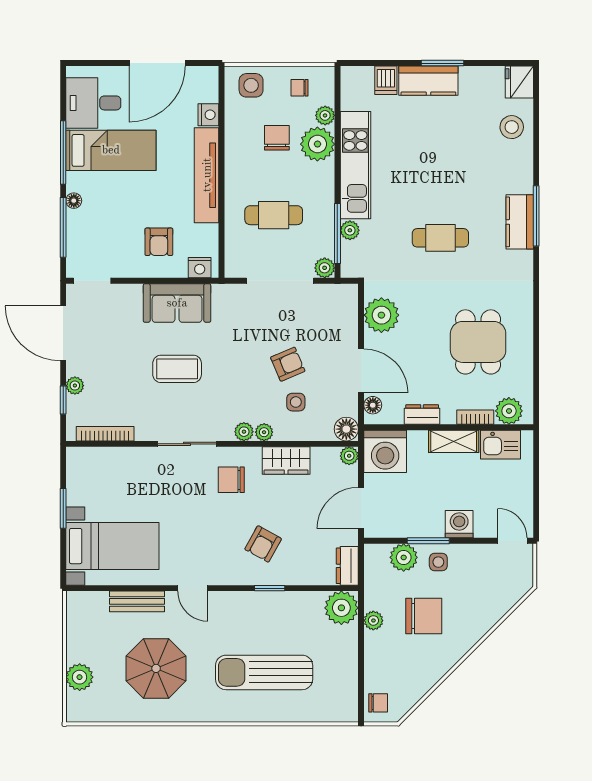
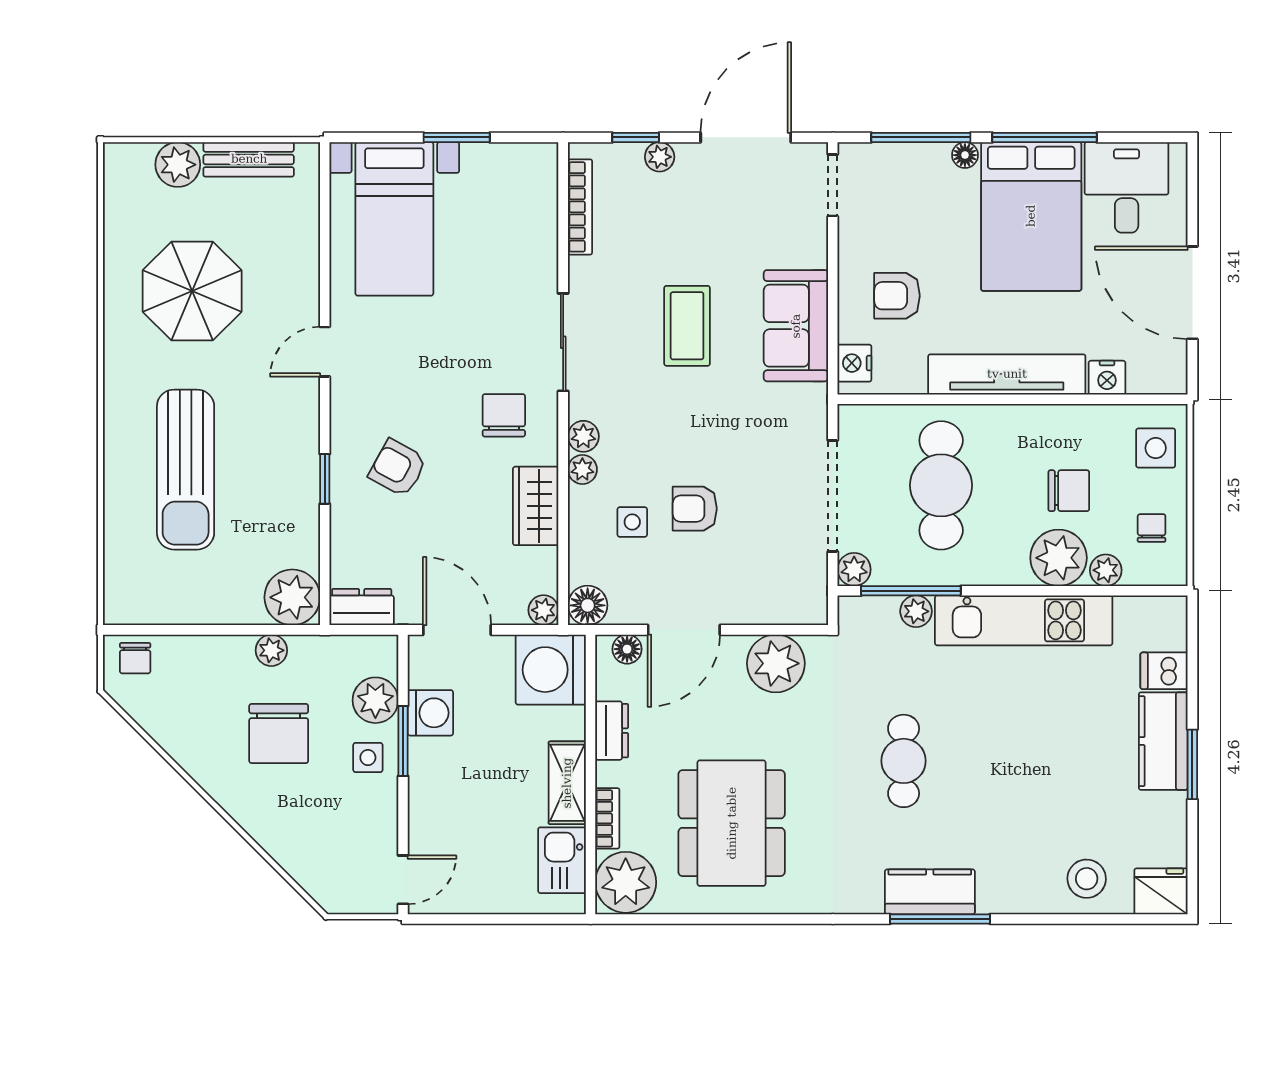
bed: (111, 150) -> (1031, 216), width x1.50
cafe table: (274, 215) -> (941, 485), width x1.37, depth x1.35
dining table: (478, 342) -> (732, 823), width x1.38
armchair: (288, 364) -> (695, 509), turned 113
plant: (509, 411) -> (626, 882), width x1.36, depth x1.36
washing machine: (459, 524) -> (430, 713), moved
bench: (137, 601) -> (249, 159), moved, turned 90
sun lounger: (264, 672) -> (186, 470), turned 180

